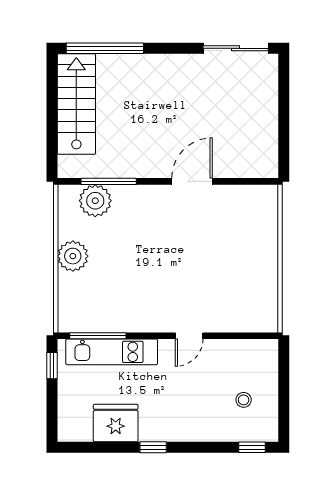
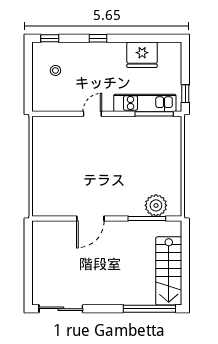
plant: (73, 256) -> (171, 168), removed
window: (153, 447) -> (98, 38), moved

